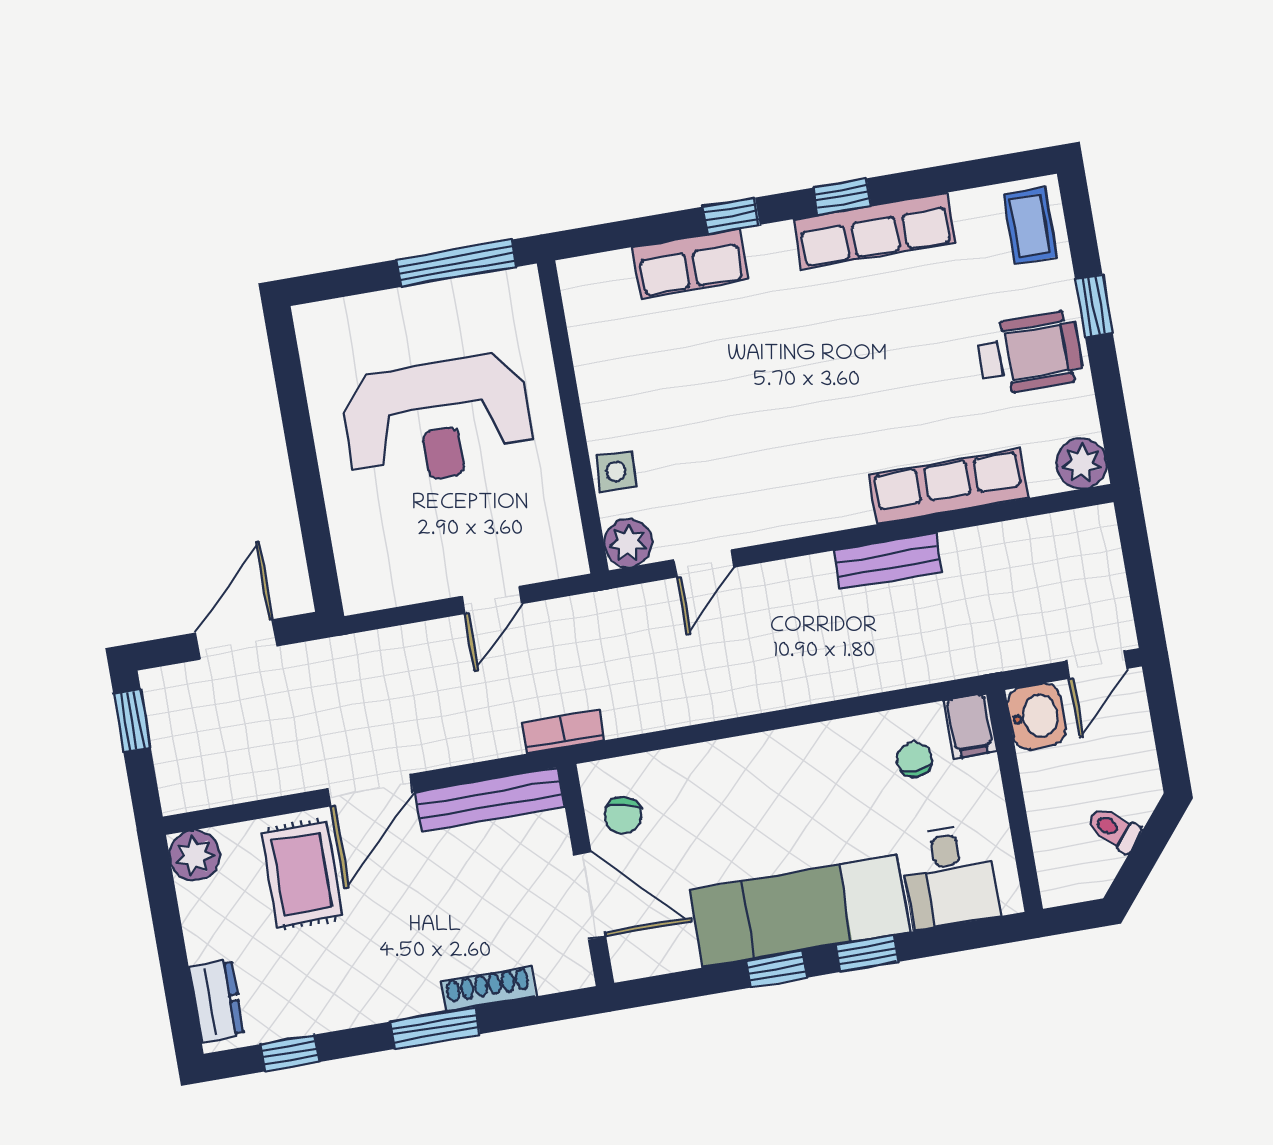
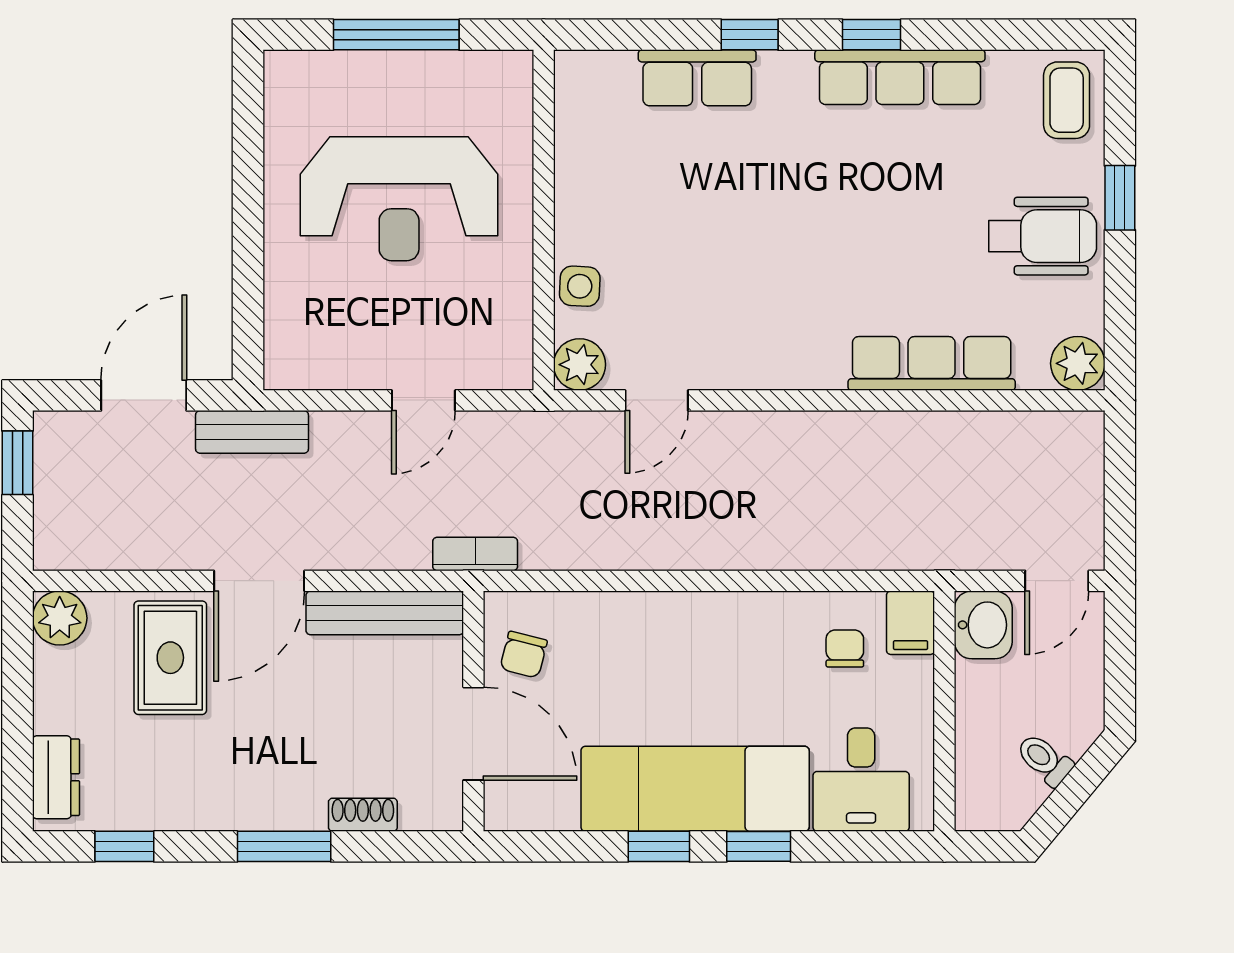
window: (456, 263) -> (396, 35), moved
bench: (888, 561) -> (252, 432), moved
shoe rack: (488, 989) -> (363, 815), width x0.70

